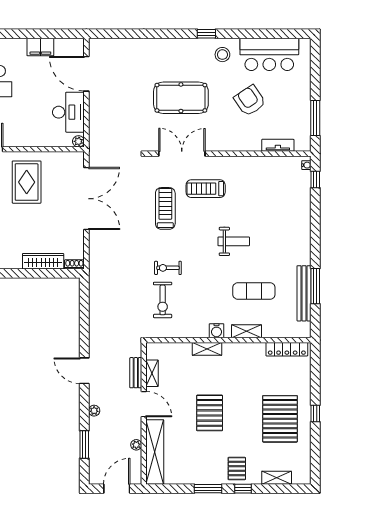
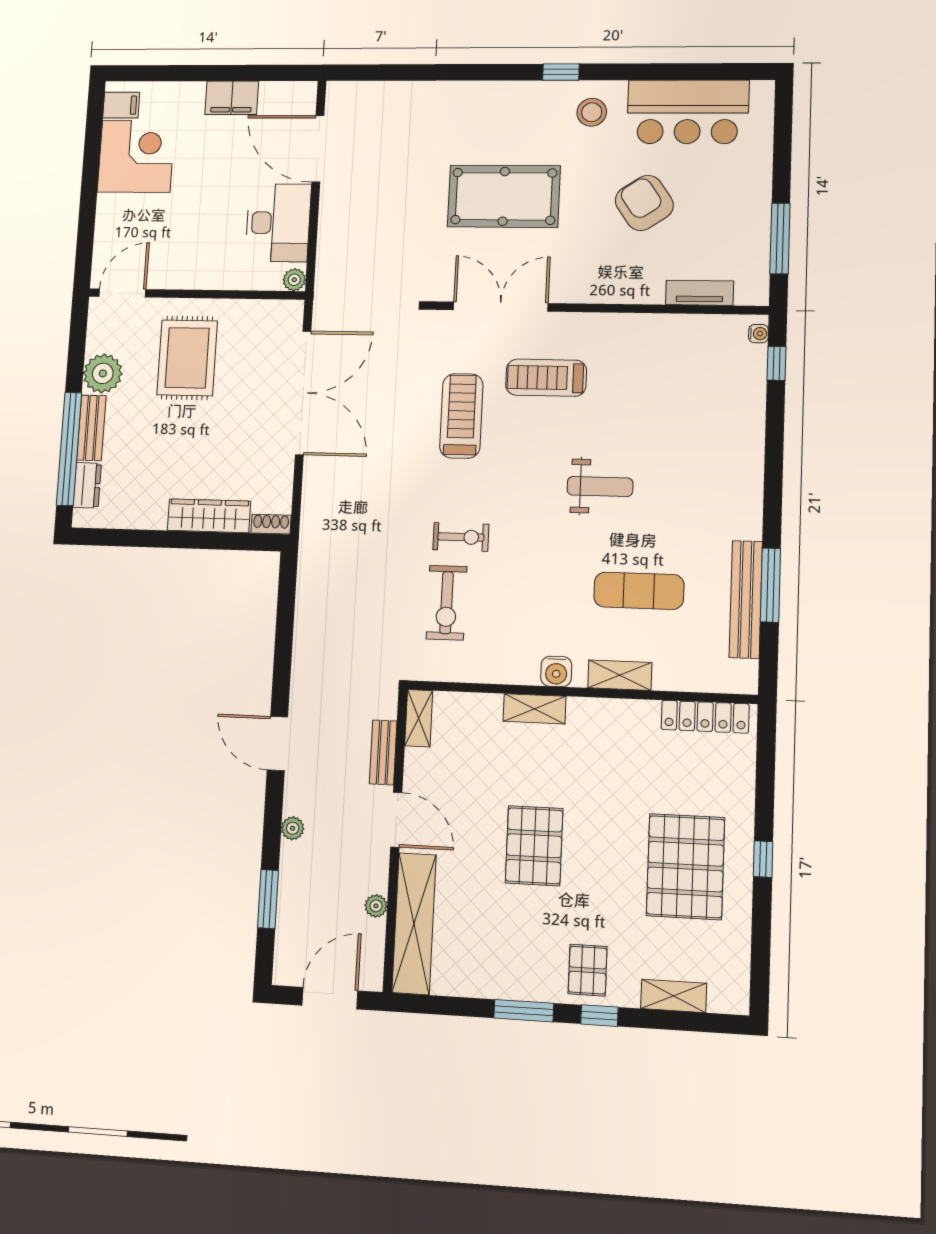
exercise bike: (168, 268) -> (461, 537), turned 180
shelving: (152, 373) -> (419, 718), moved

